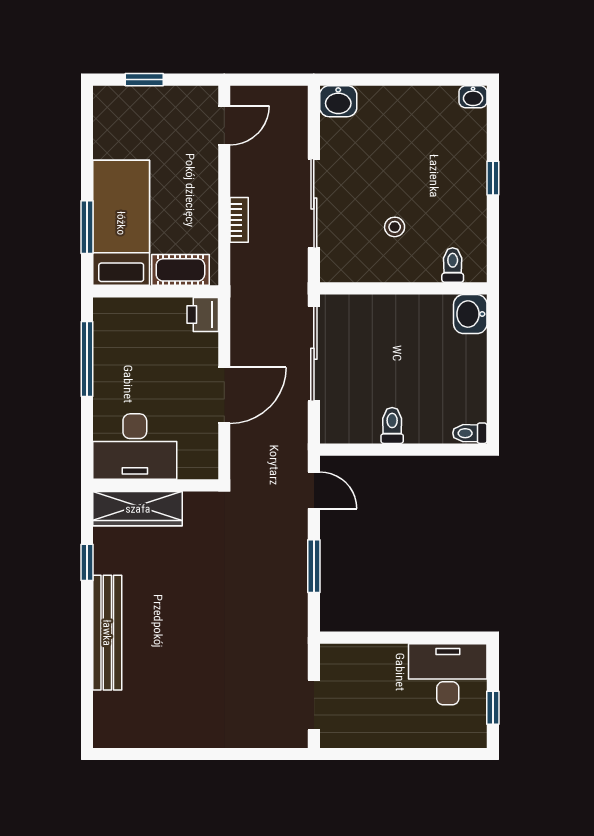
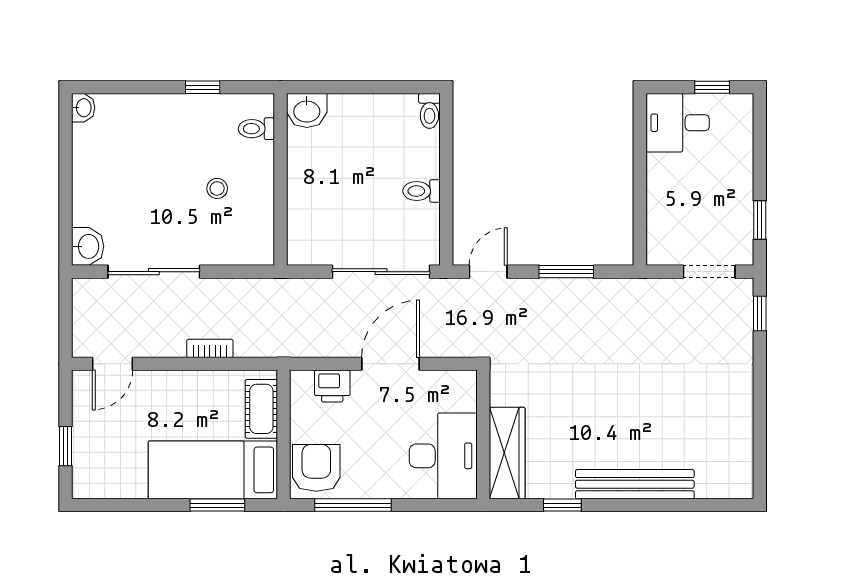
door: (224, 125) -> (112, 364), swing flipped
window: (493, 178) -> (203, 87), moved
sliding door: (314, 203) -> (154, 272), moved
printer: (203, 315) -> (332, 386), moved
armchair: (123, 323) -> (316, 468), added
sliding door: (314, 354) -> (381, 272), moved
door: (224, 395) -> (390, 364), hinge flipped
desk: (448, 674) -> (678, 123), width x0.73
window: (273, 754) -> (760, 314), added
window: (364, 754) -> (760, 220), added

